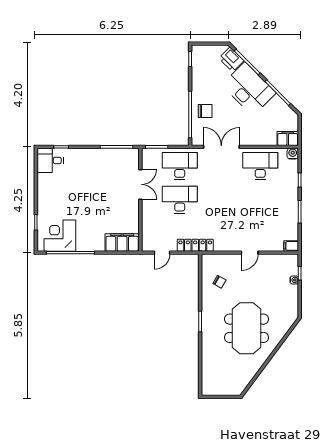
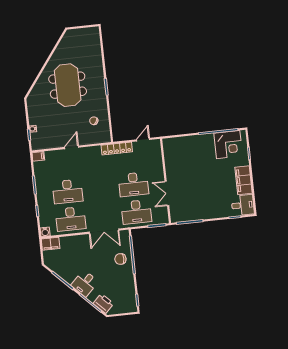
desk: (249, 89) -> (85, 283), width x0.53, depth x0.77
desk: (260, 200) -> (68, 191), added
filing cabinet: (122, 243) -> (244, 180), moved, turned 90

